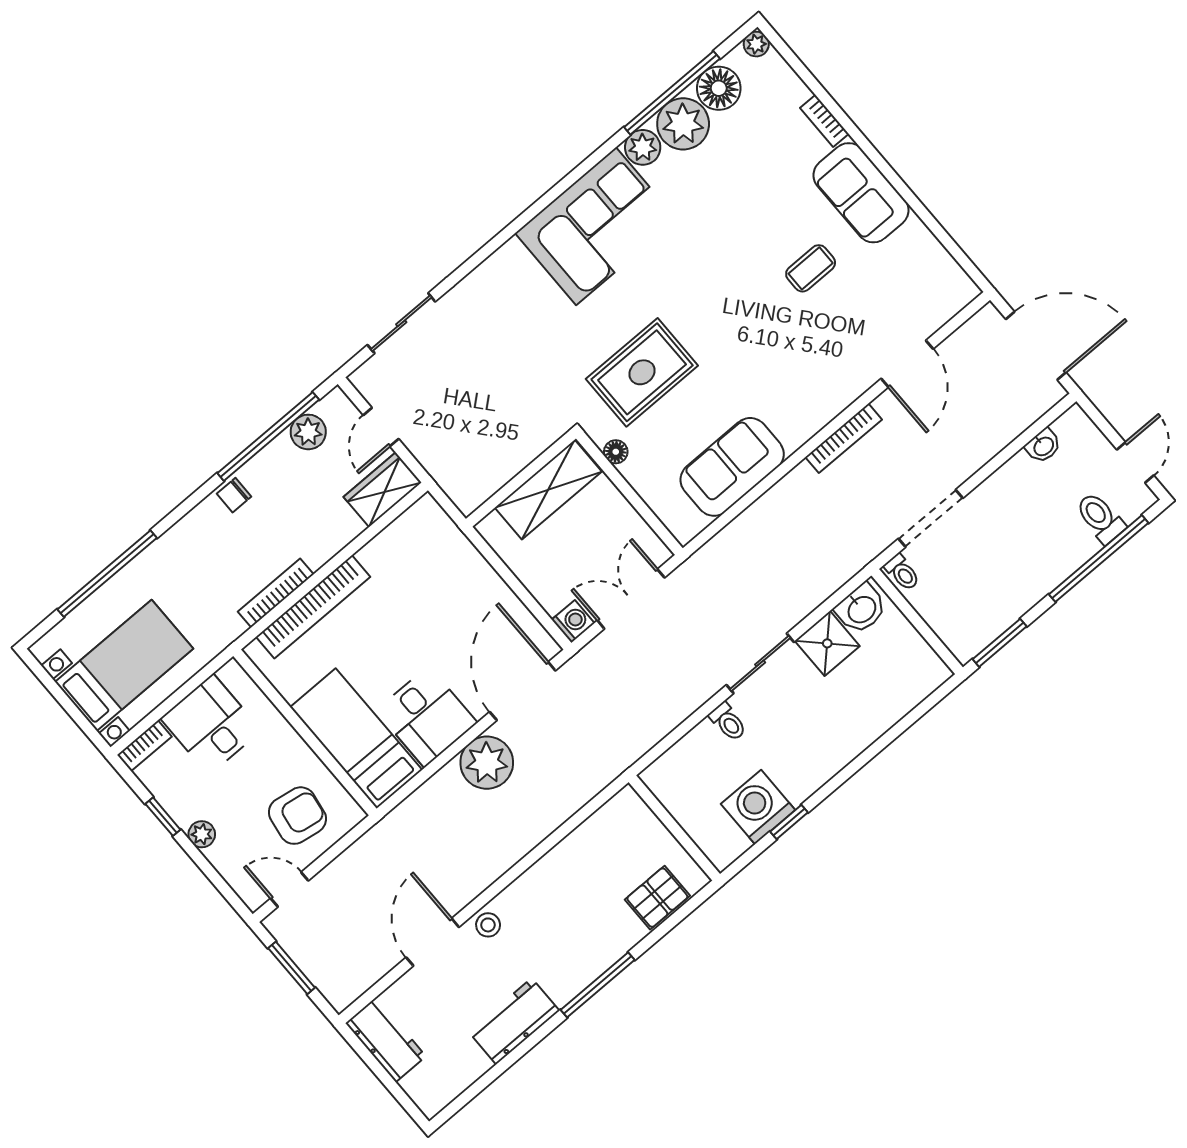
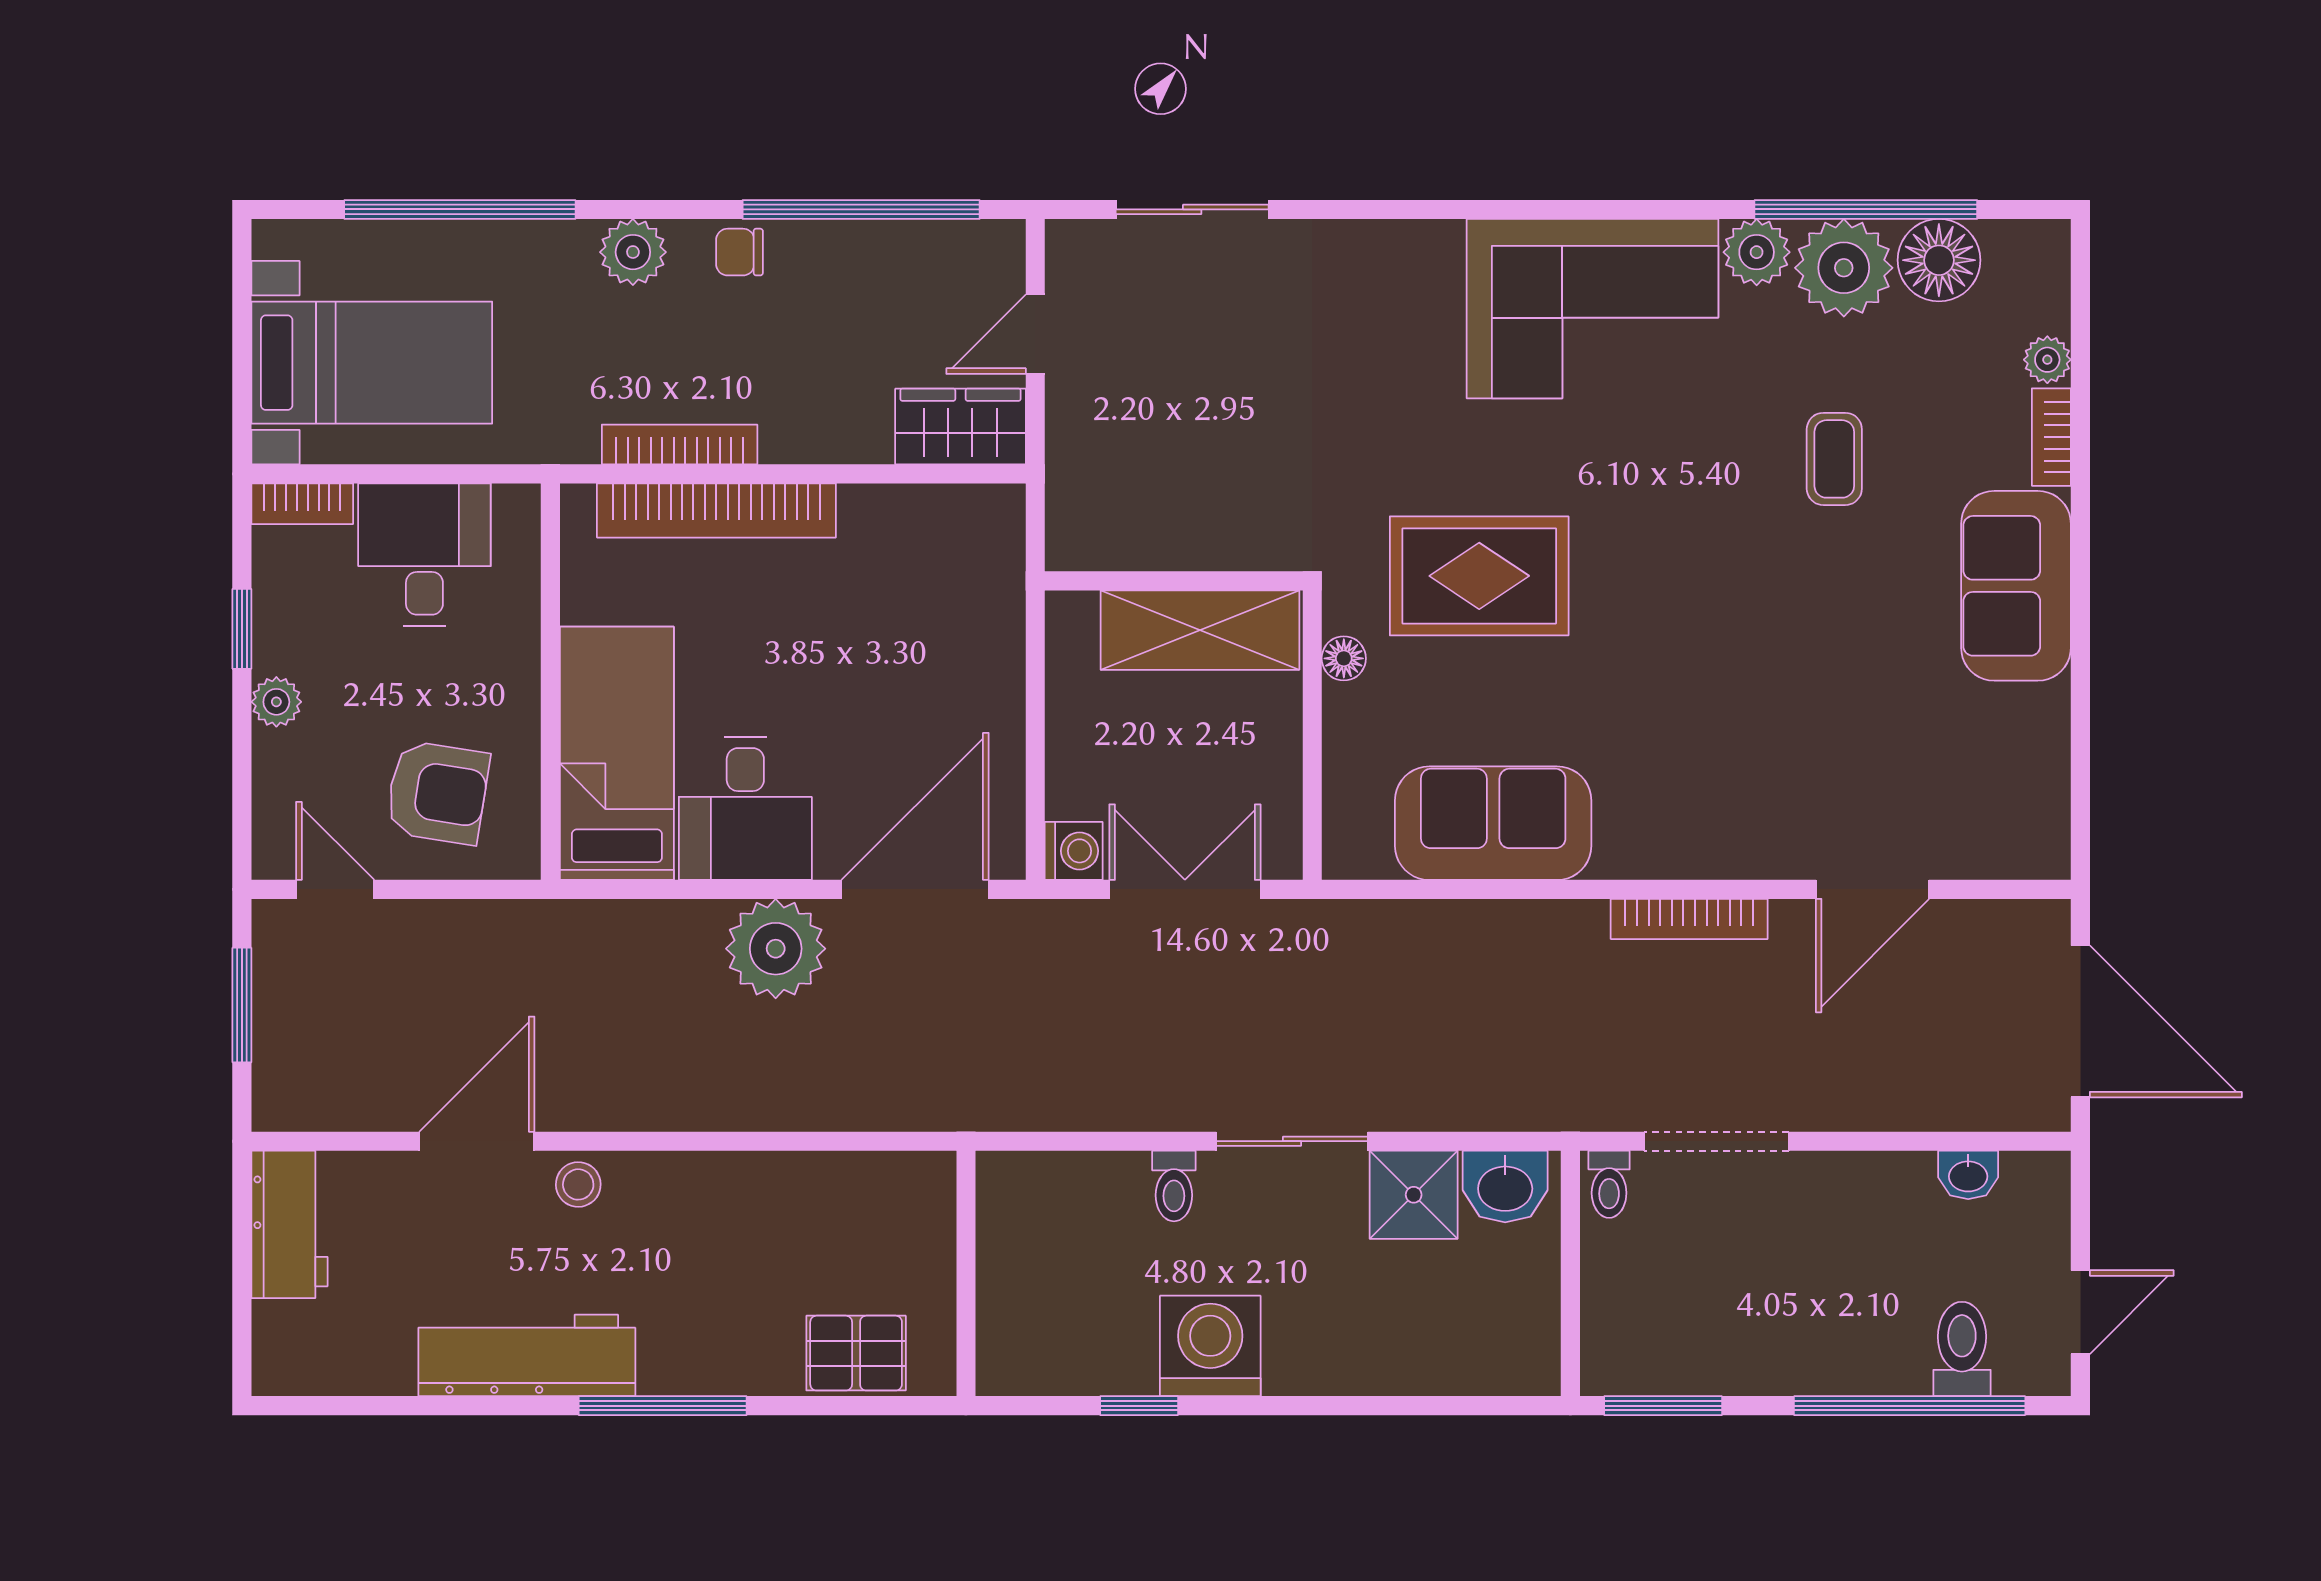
plant: (756, 44) -> (2047, 360), moved
coffee table: (811, 268) -> (1834, 459), moved, turned 90
plant: (308, 432) -> (633, 252), moved
washing machine: (758, 807) -> (1210, 1346), moved
workbench: (514, 1021) -> (527, 1355), width x1.38

